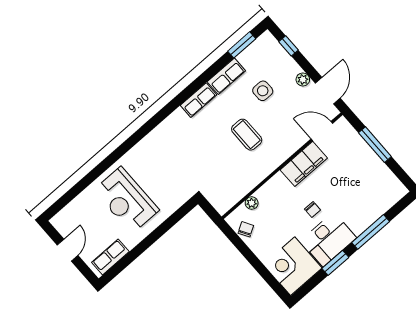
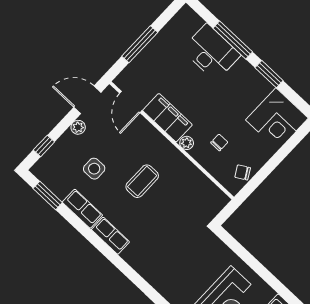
plant: (252, 203) -> (187, 143), moved
chair: (313, 209) -> (219, 142), moved
desk: (328, 239) -> (211, 52), moved

